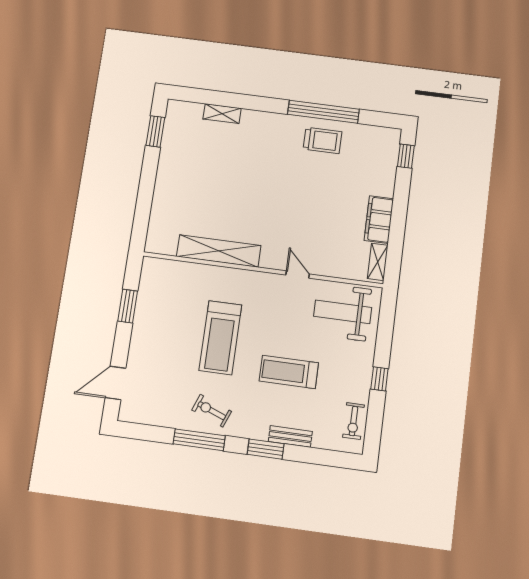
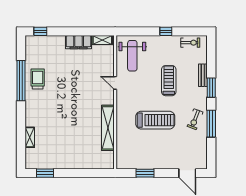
door: (298, 275) -> (115, 83), hinge flipped
treadmill: (289, 372) -> (169, 81), turned 180

